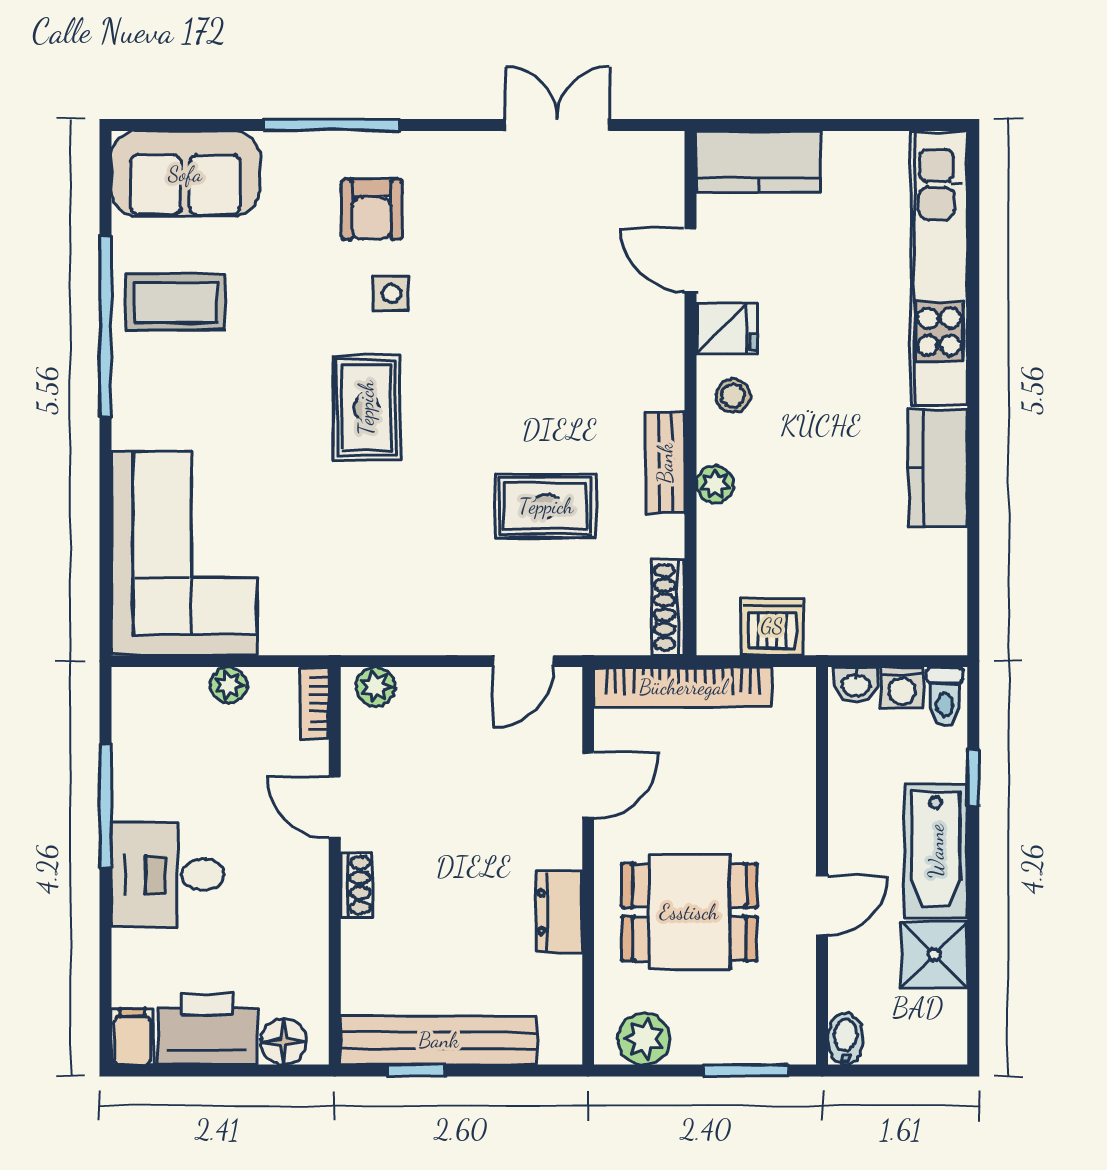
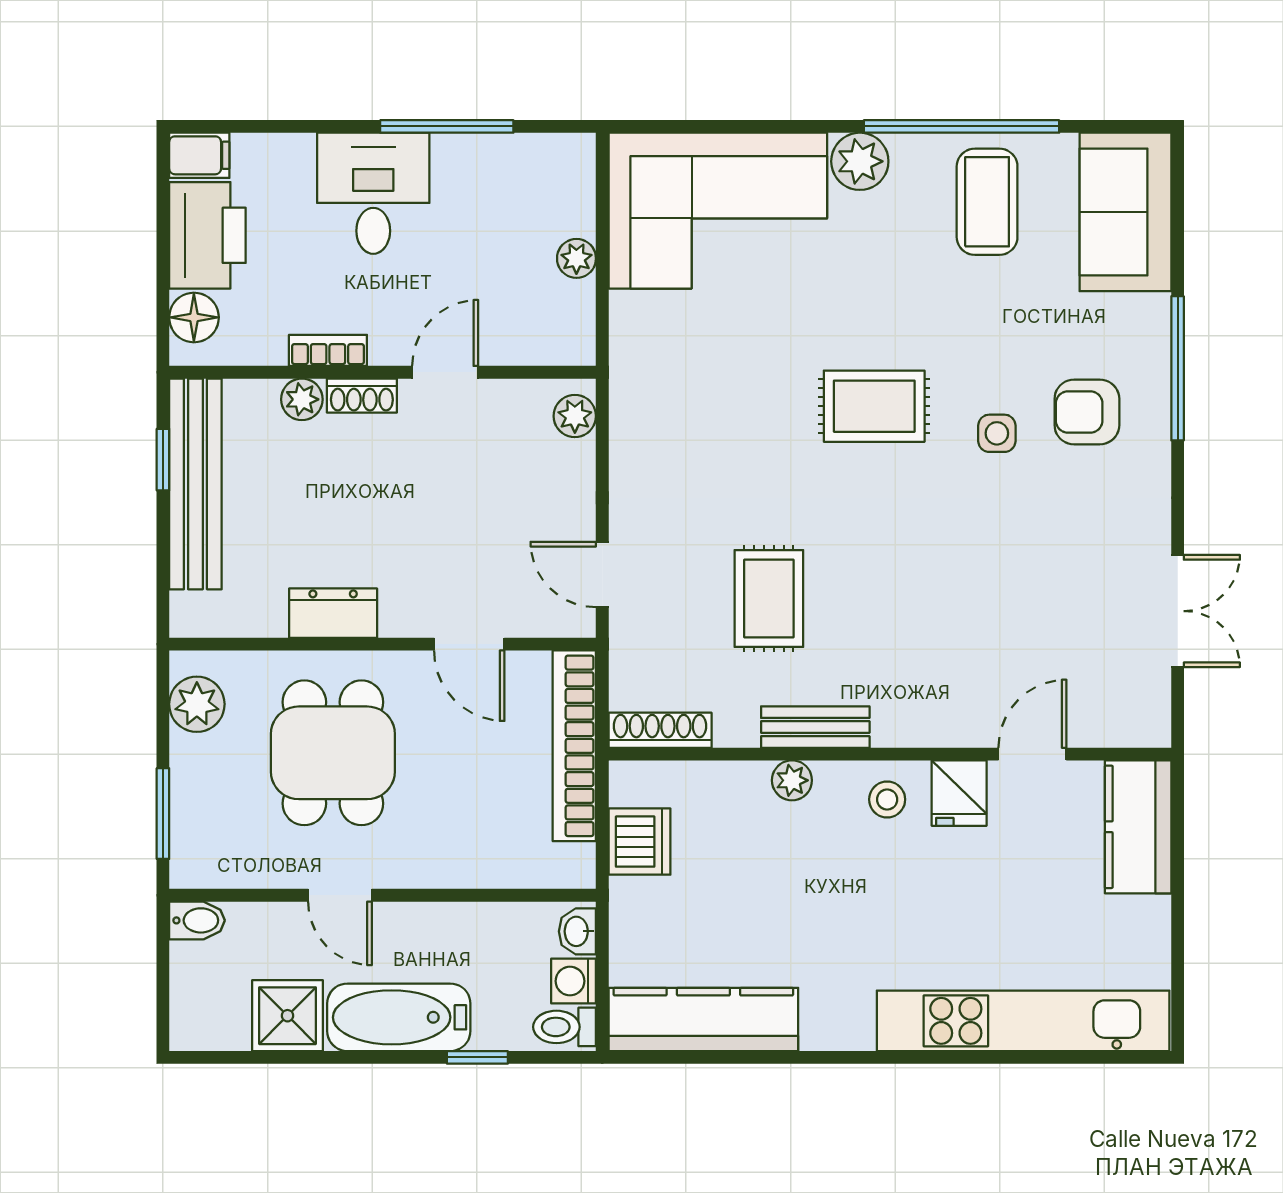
plant: (138, 421) -> (860, 161), added
kitchen counter: (938, 468) -> (703, 1019), moved, width x1.50
bookcase: (314, 703) -> (328, 350), moved
plant: (360, 941) -> (302, 399), added

